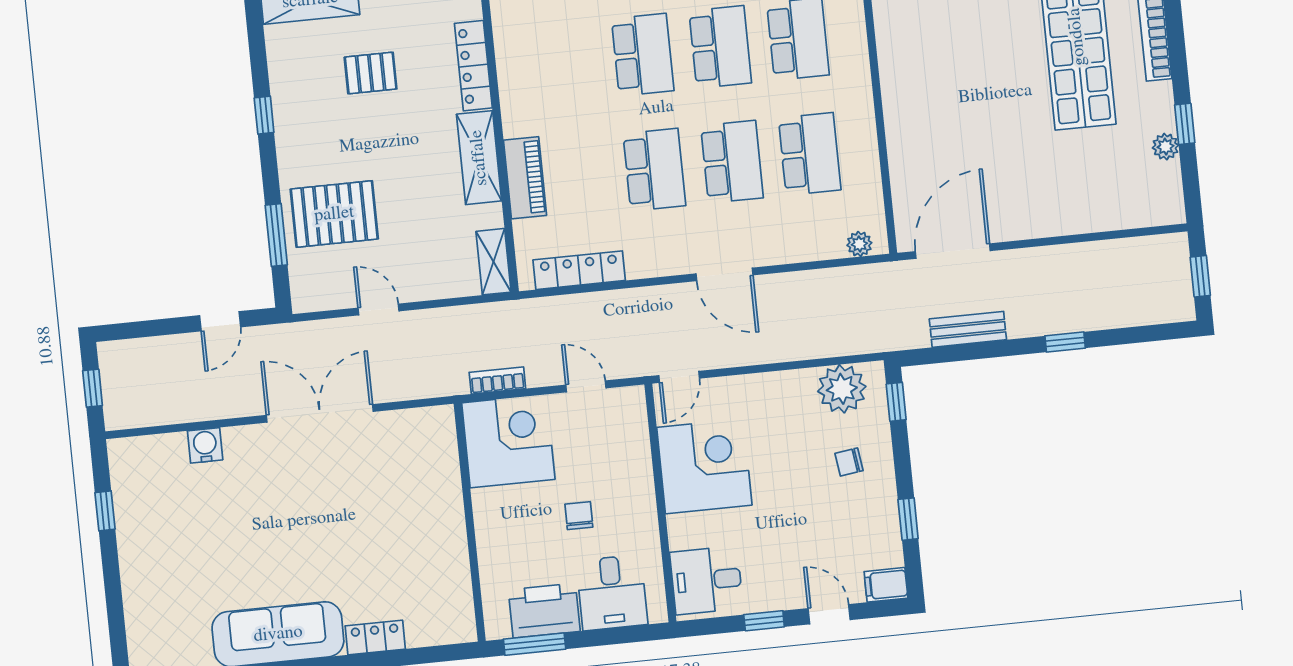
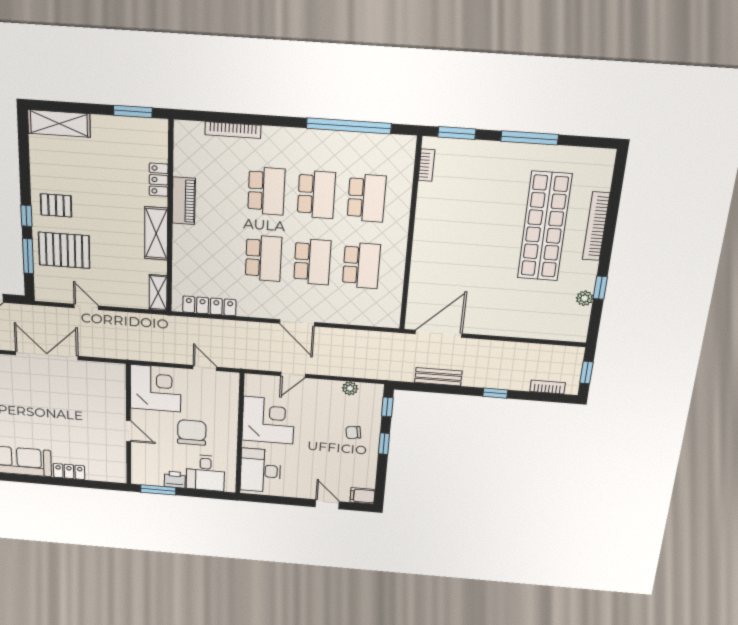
locker: (473, 66) -> (159, 180), width x0.66
pallet: (371, 73) -> (56, 205), moved
window: (264, 115) -> (26, 216), moved
piano: (525, 178) -> (184, 201), moved
plant: (859, 244) -> (382, 320), removed
door: (679, 377) -> (293, 375), moved
bookcase: (497, 380) -> (548, 387), moved
plant: (842, 389) -> (350, 388), width x0.53, depth x0.53
chair: (579, 516) -> (192, 432), width x1.87, depth x1.87
window: (908, 519) -> (384, 444), moved
door: (471, 534) -> (128, 431), added
desk: (706, 580) -> (260, 471), width x1.37
printer: (544, 611) -> (175, 480), width x0.53, depth x0.68
window: (764, 621) -> (290, 501), removed

